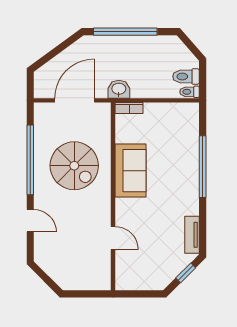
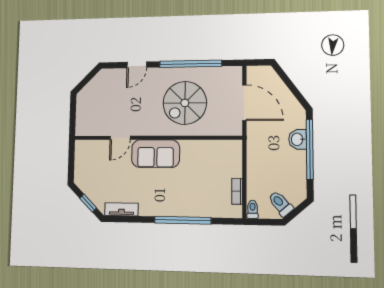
toilet: (186, 76) -> (281, 204), moved, turned -41
washbasin: (119, 89) -> (298, 139), moved, turned 180
bookcase: (129, 108) -> (237, 191), moved
sofa: (130, 171) -> (156, 154), moved

